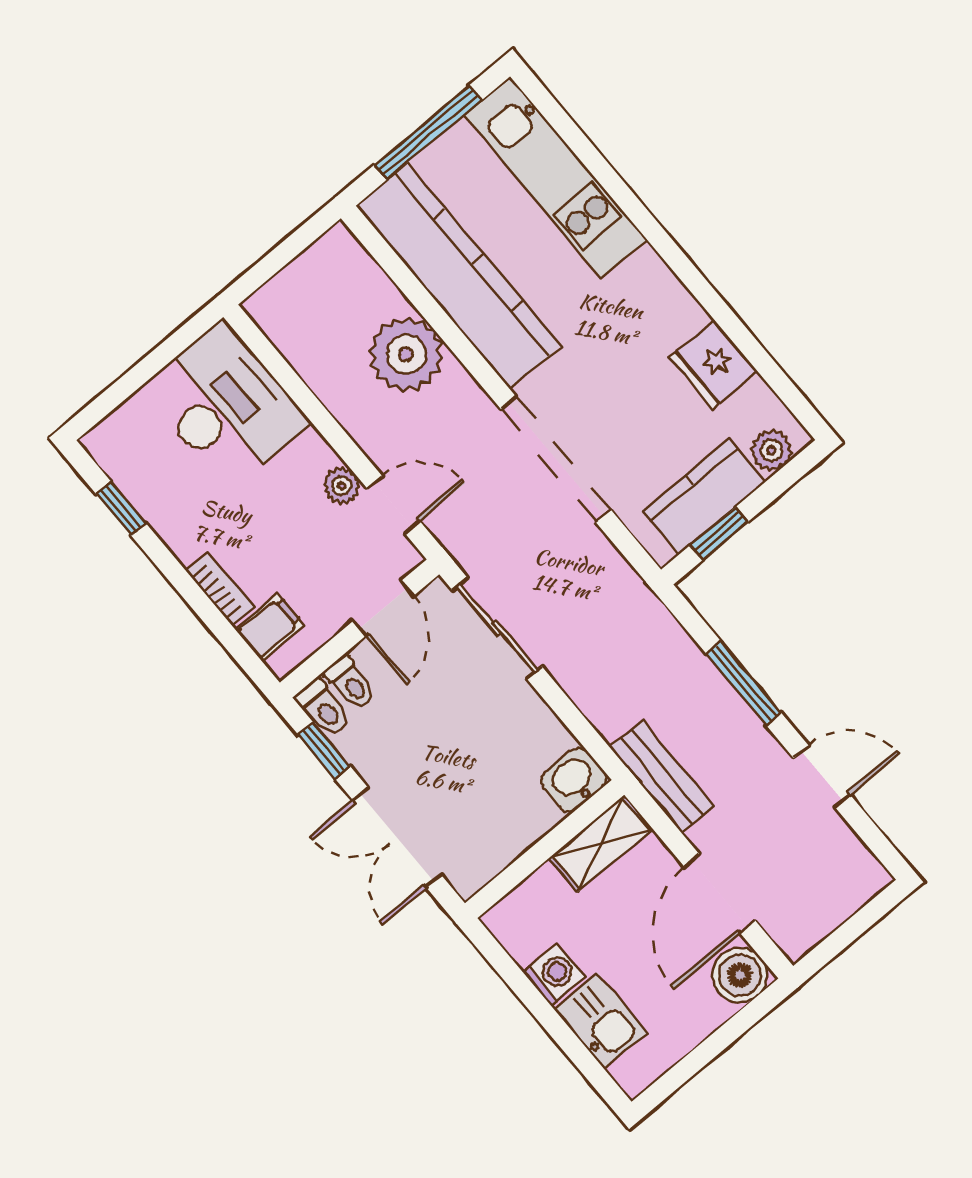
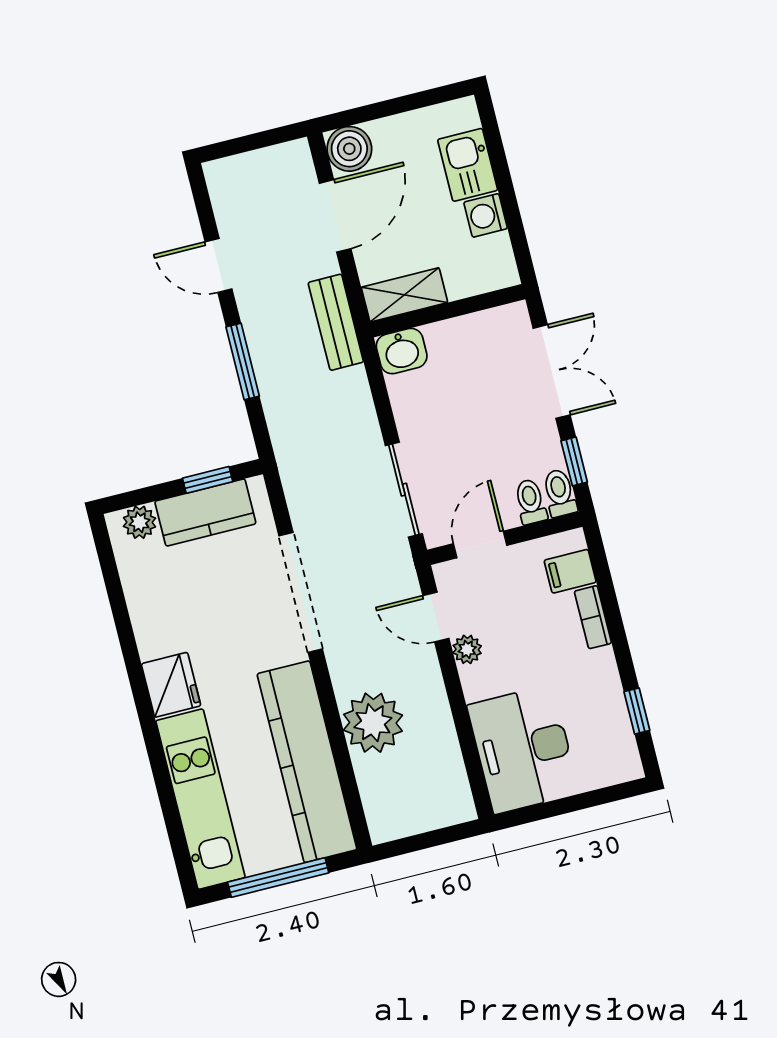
fridge: (714, 364) -> (171, 685), moved

